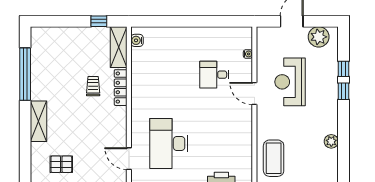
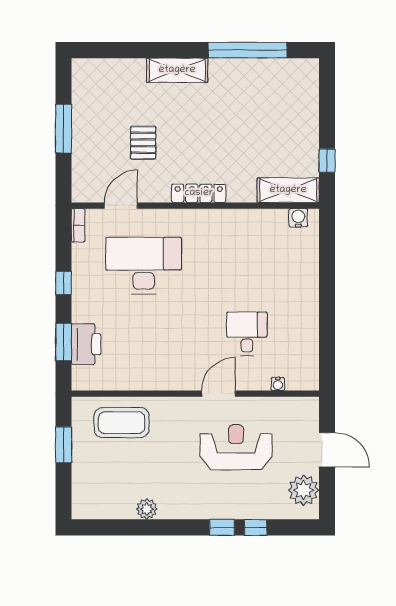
trolley: (93, 86) -> (230, 152), removed
locker: (121, 88) -> (199, 193), moved
pallet: (61, 164) -> (143, 143), moved

